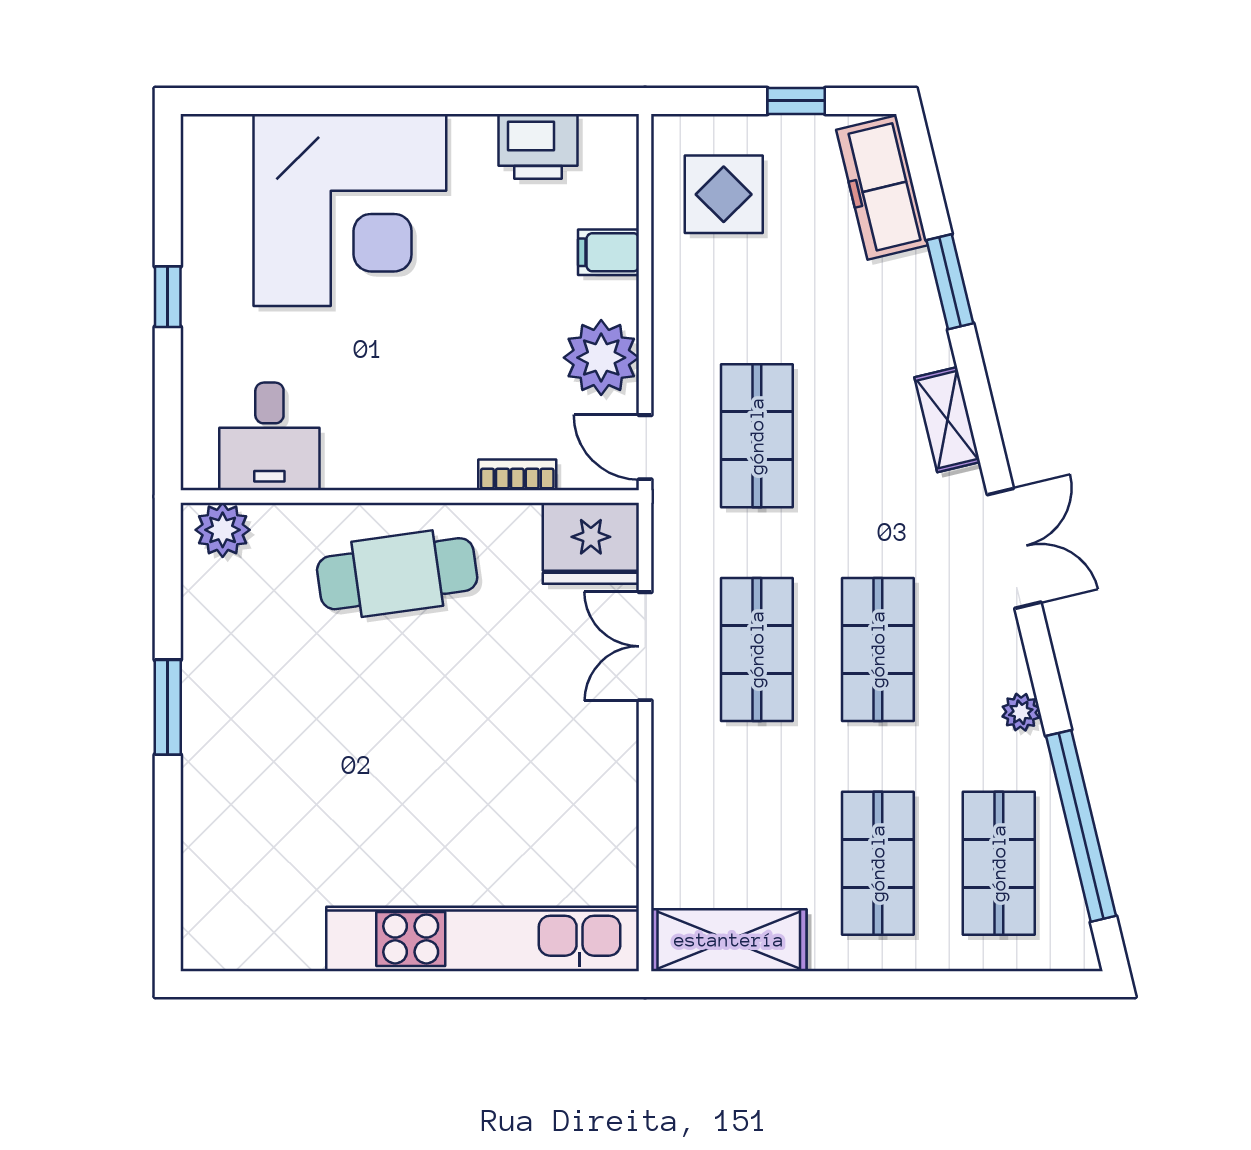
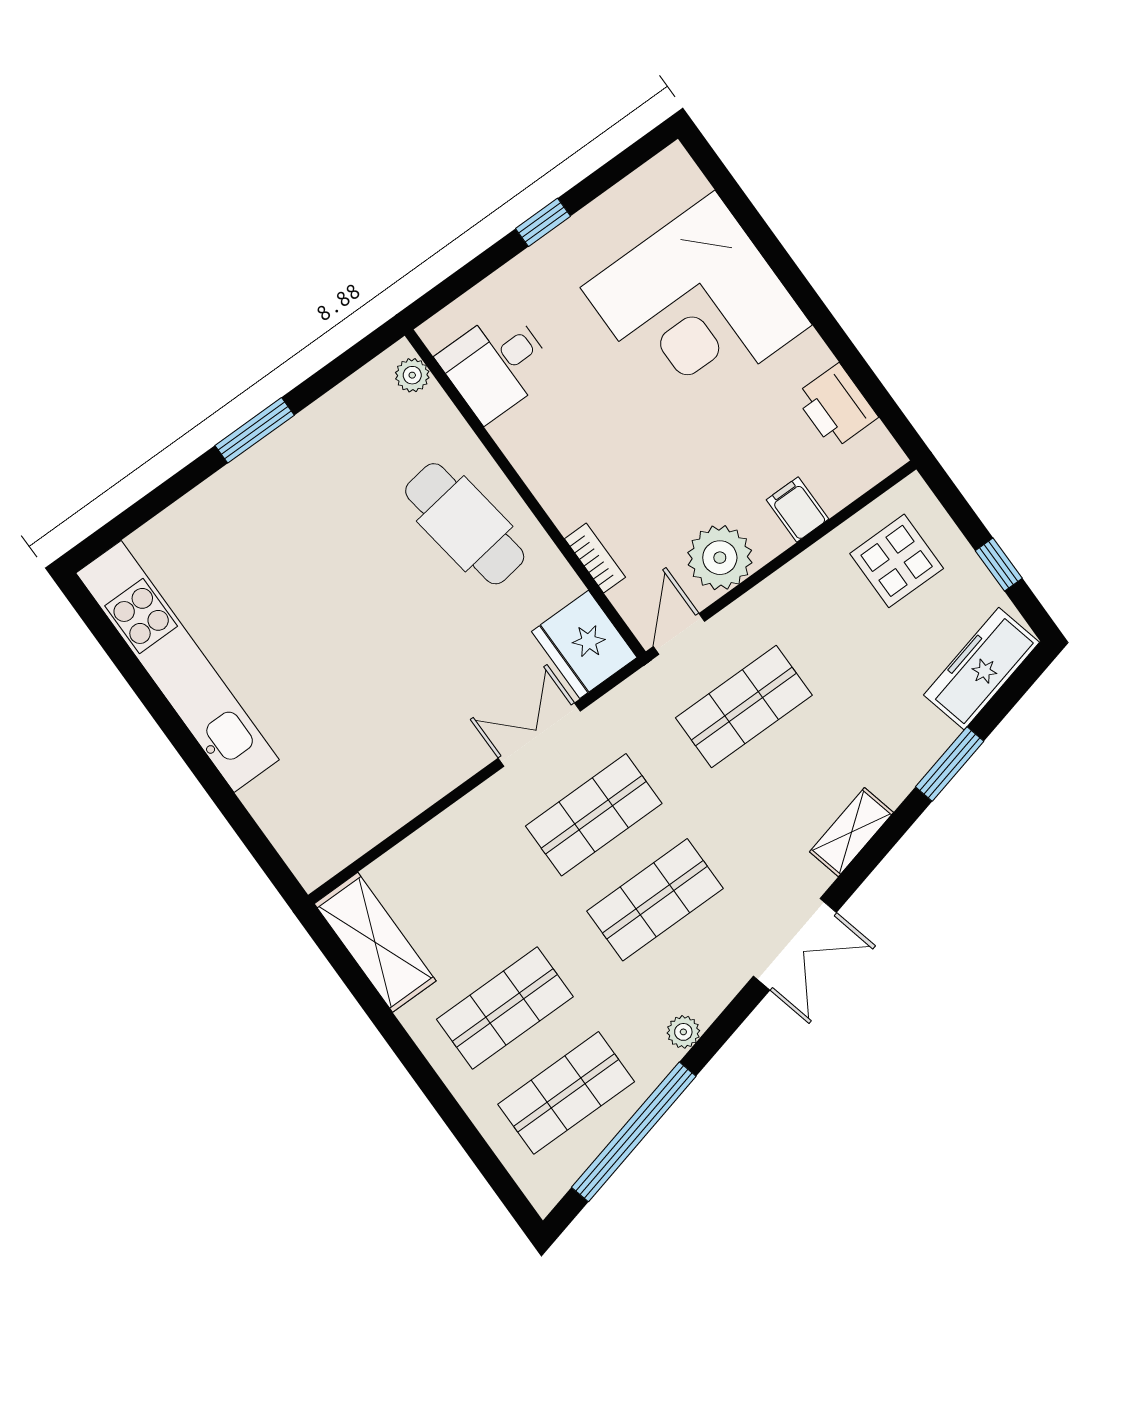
plant: (223, 530) -> (412, 375), width x0.73, depth x0.73
kitchen unit: (483, 939) -> (178, 666), moved

